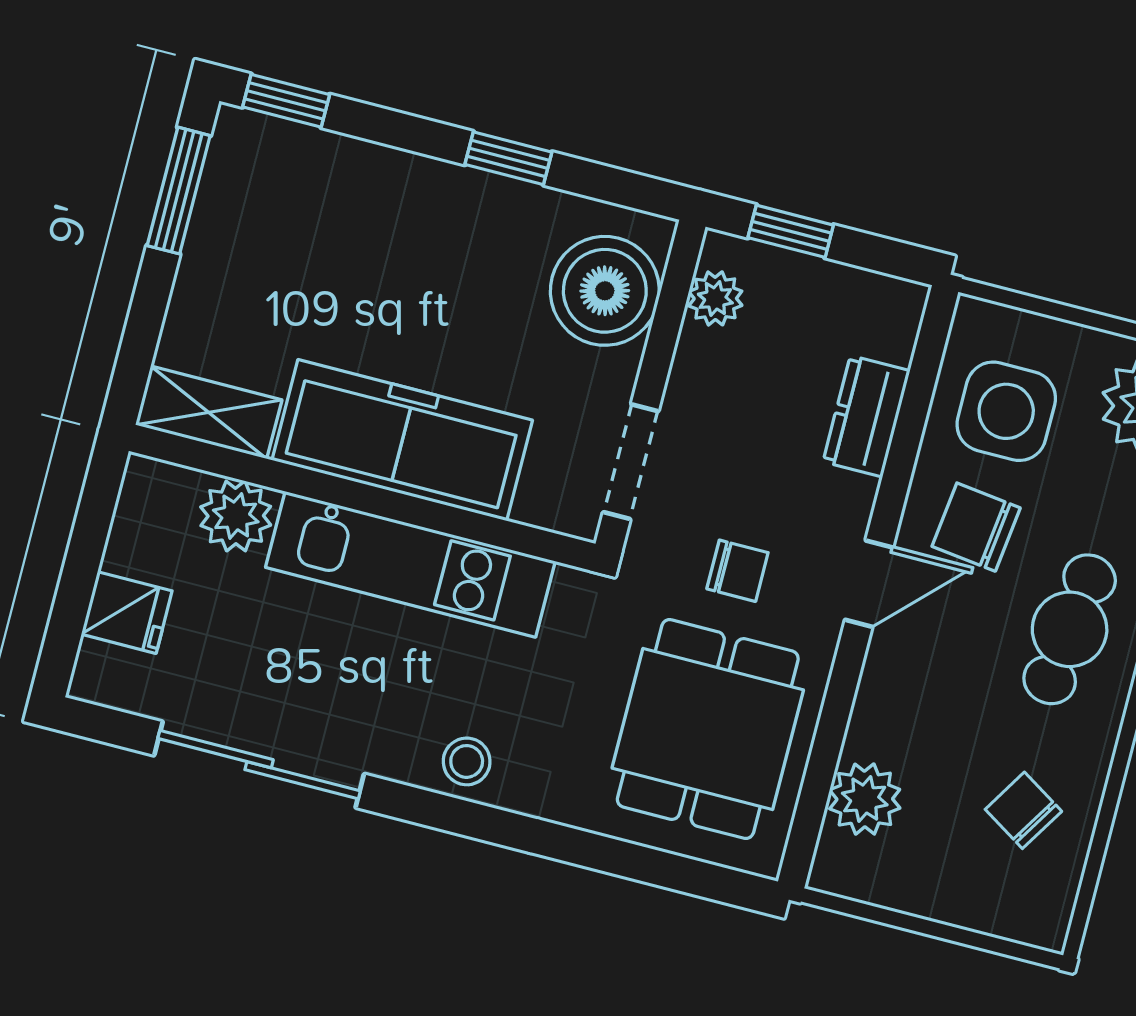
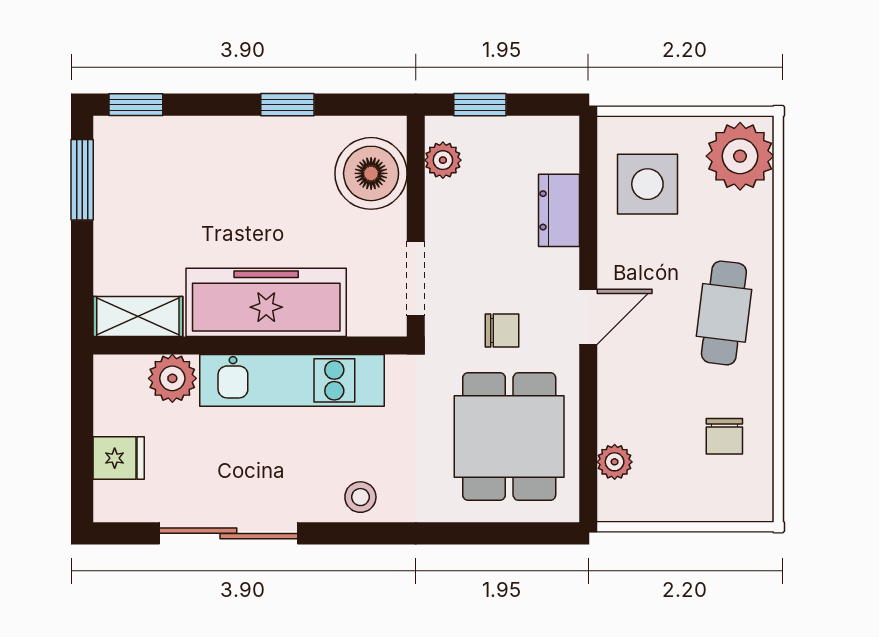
chair: (976, 527) -> (647, 263), removed
plant: (865, 799) -> (615, 462), width x0.73, depth x0.73
chair: (1023, 810) -> (724, 436), turned -122

